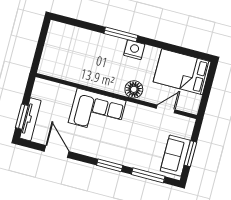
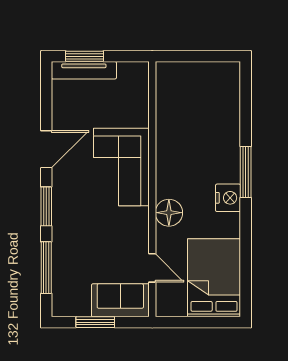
door: (57, 151) -> (46, 149), moved
sofa: (175, 156) -> (120, 300), moved

